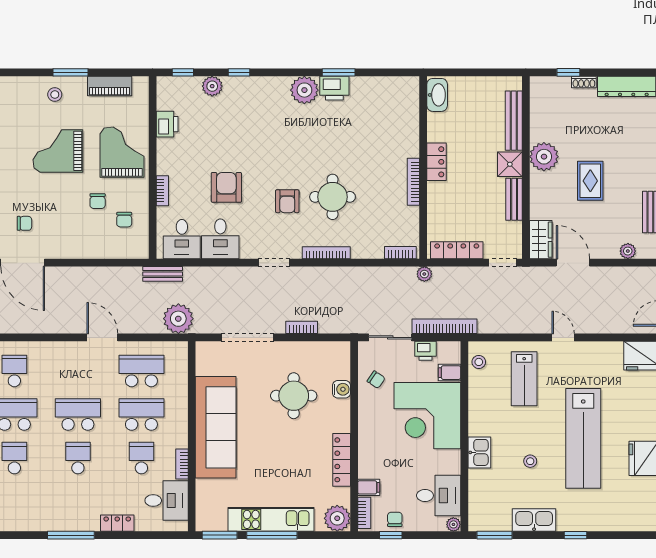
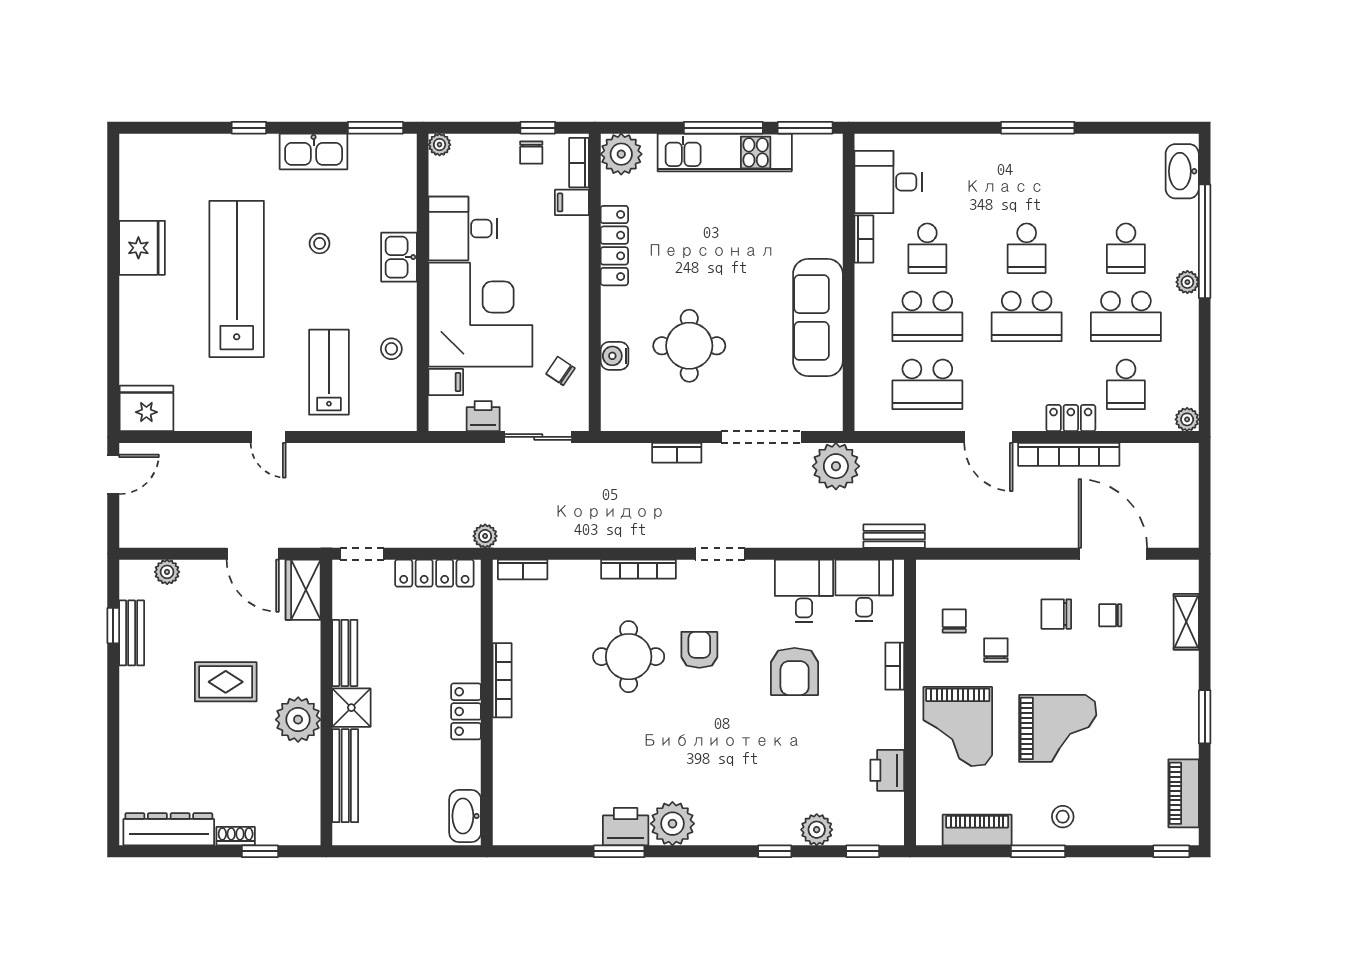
rug: (590, 181) -> (226, 682), turned 90
chair: (59, 224) -> (1056, 614), added
plant: (178, 319) -> (836, 466), moved
bookcase: (445, 326) -> (1069, 454), moved
stool: (479, 362) -> (391, 349), moved
sofa: (216, 427) -> (818, 317), width x0.74, depth x0.79
desk: (439, 495) -> (463, 229), moved
locker: (117, 523) -> (1071, 418), moved, turned 180

